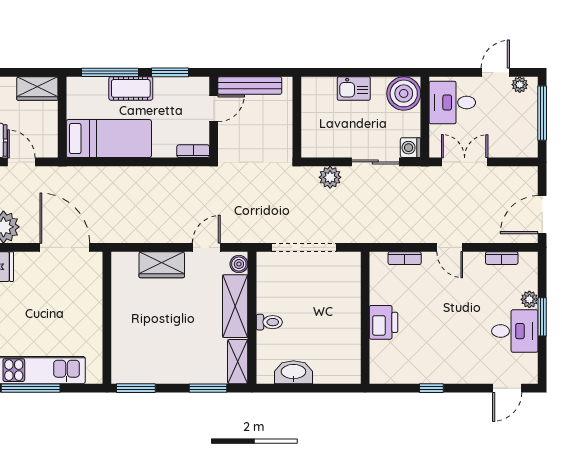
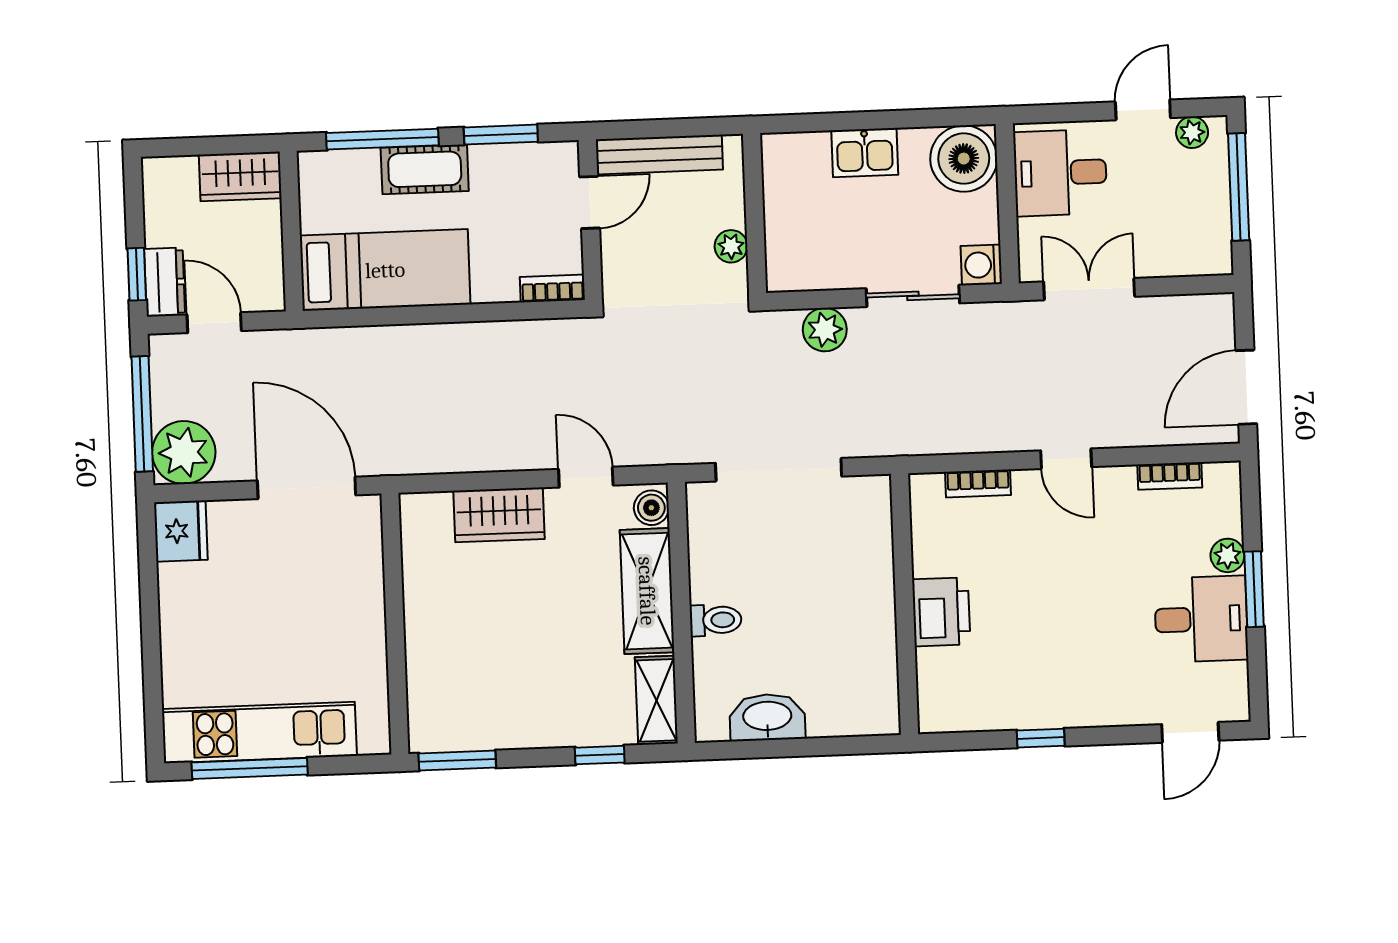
plant: (284, 133) -> (731, 246), added
door: (206, 247) -> (586, 477), hinge flipped
window: (208, 388) -> (600, 755), width x0.67

